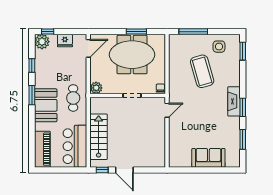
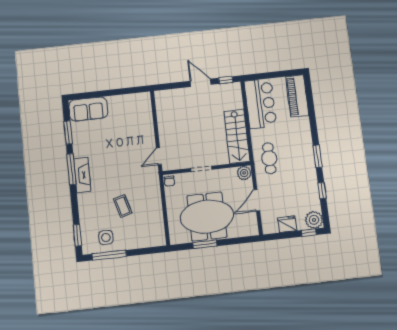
window: (193, 32) -> (109, 255), moved
door: (88, 48) -> (257, 200), moved
coffee table: (202, 71) -> (123, 206), width x0.54, depth x0.58
booth: (46, 105) -> (300, 146), removed
window: (243, 107) -> (71, 169), width x1.44
stairs: (99, 137) -> (237, 136), moved
sofa: (208, 158) -> (88, 109), moved

